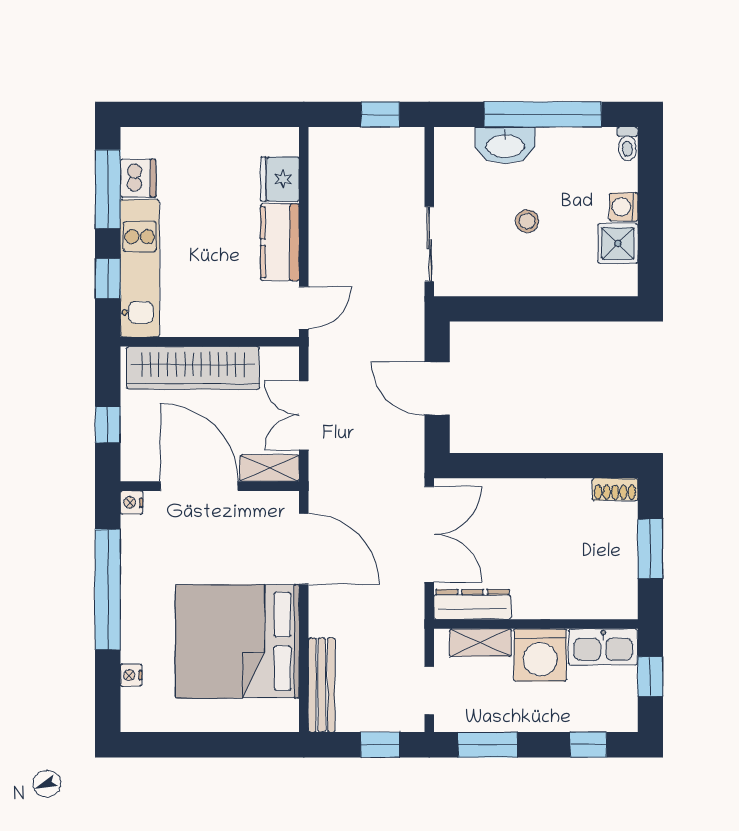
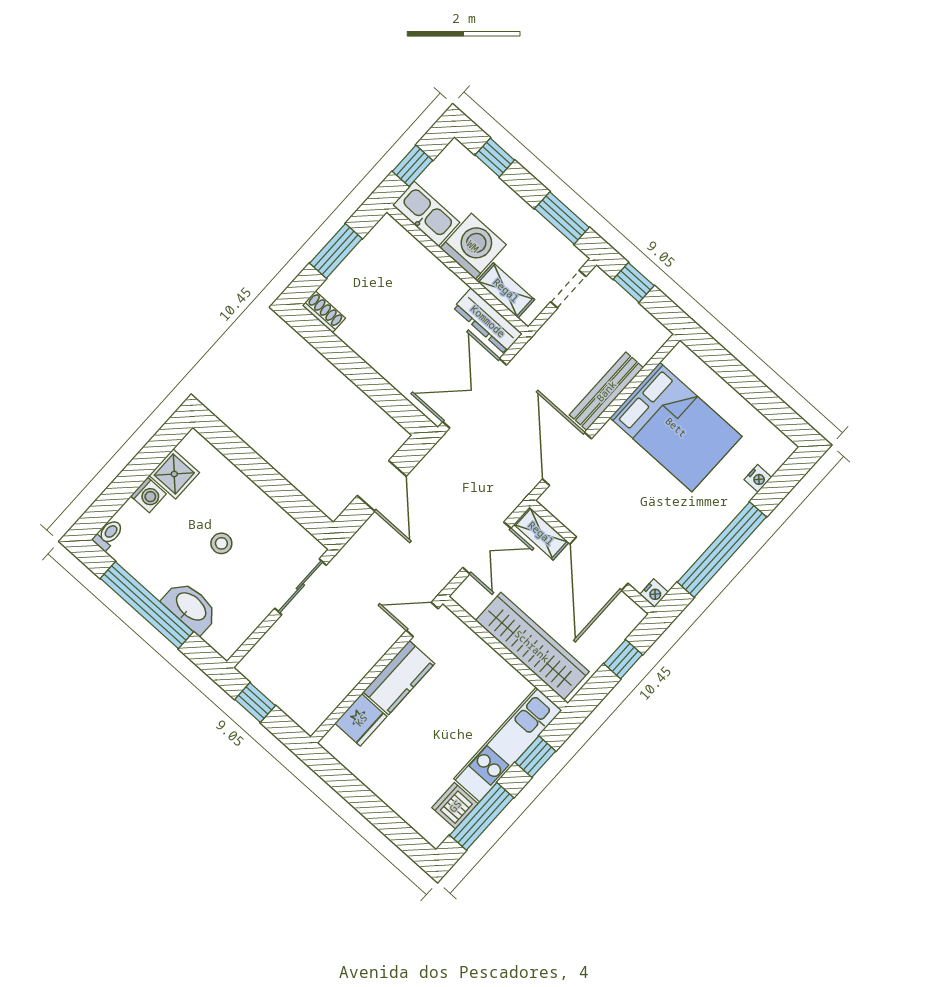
bed: (237, 641) -> (676, 427), width x0.73
bench: (322, 685) -> (606, 391), moved

